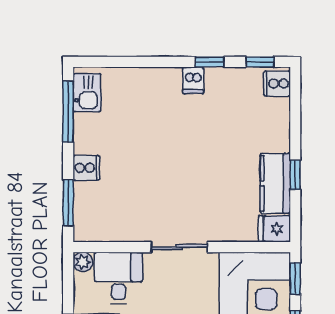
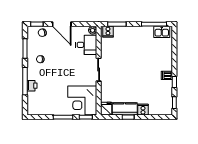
cooker: (277, 84) -> (143, 110), moved
cooker: (86, 168) -> (108, 32), moved

